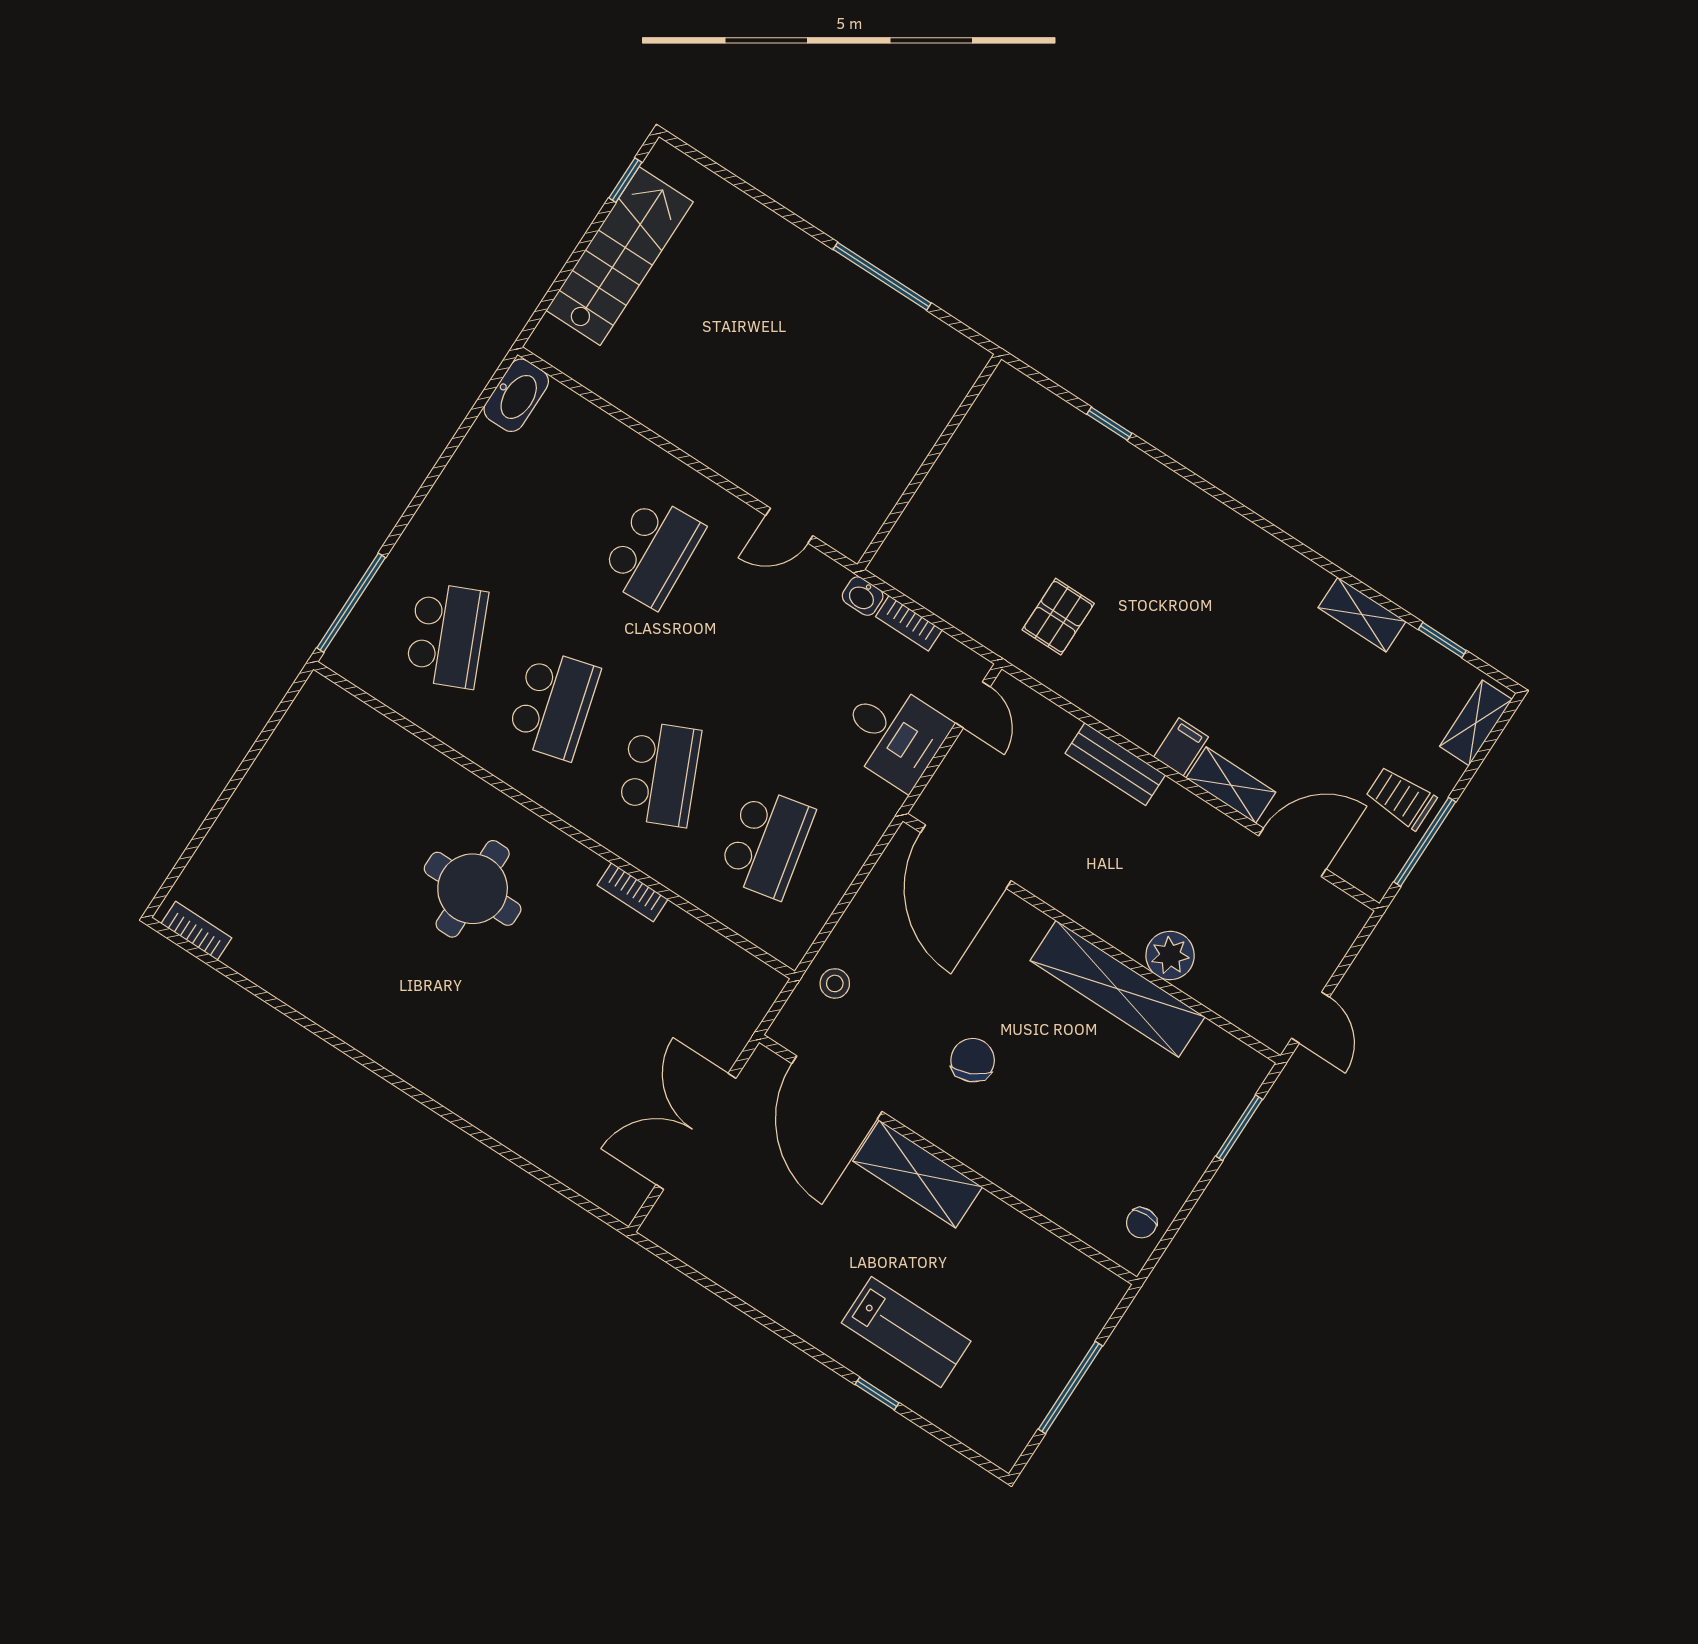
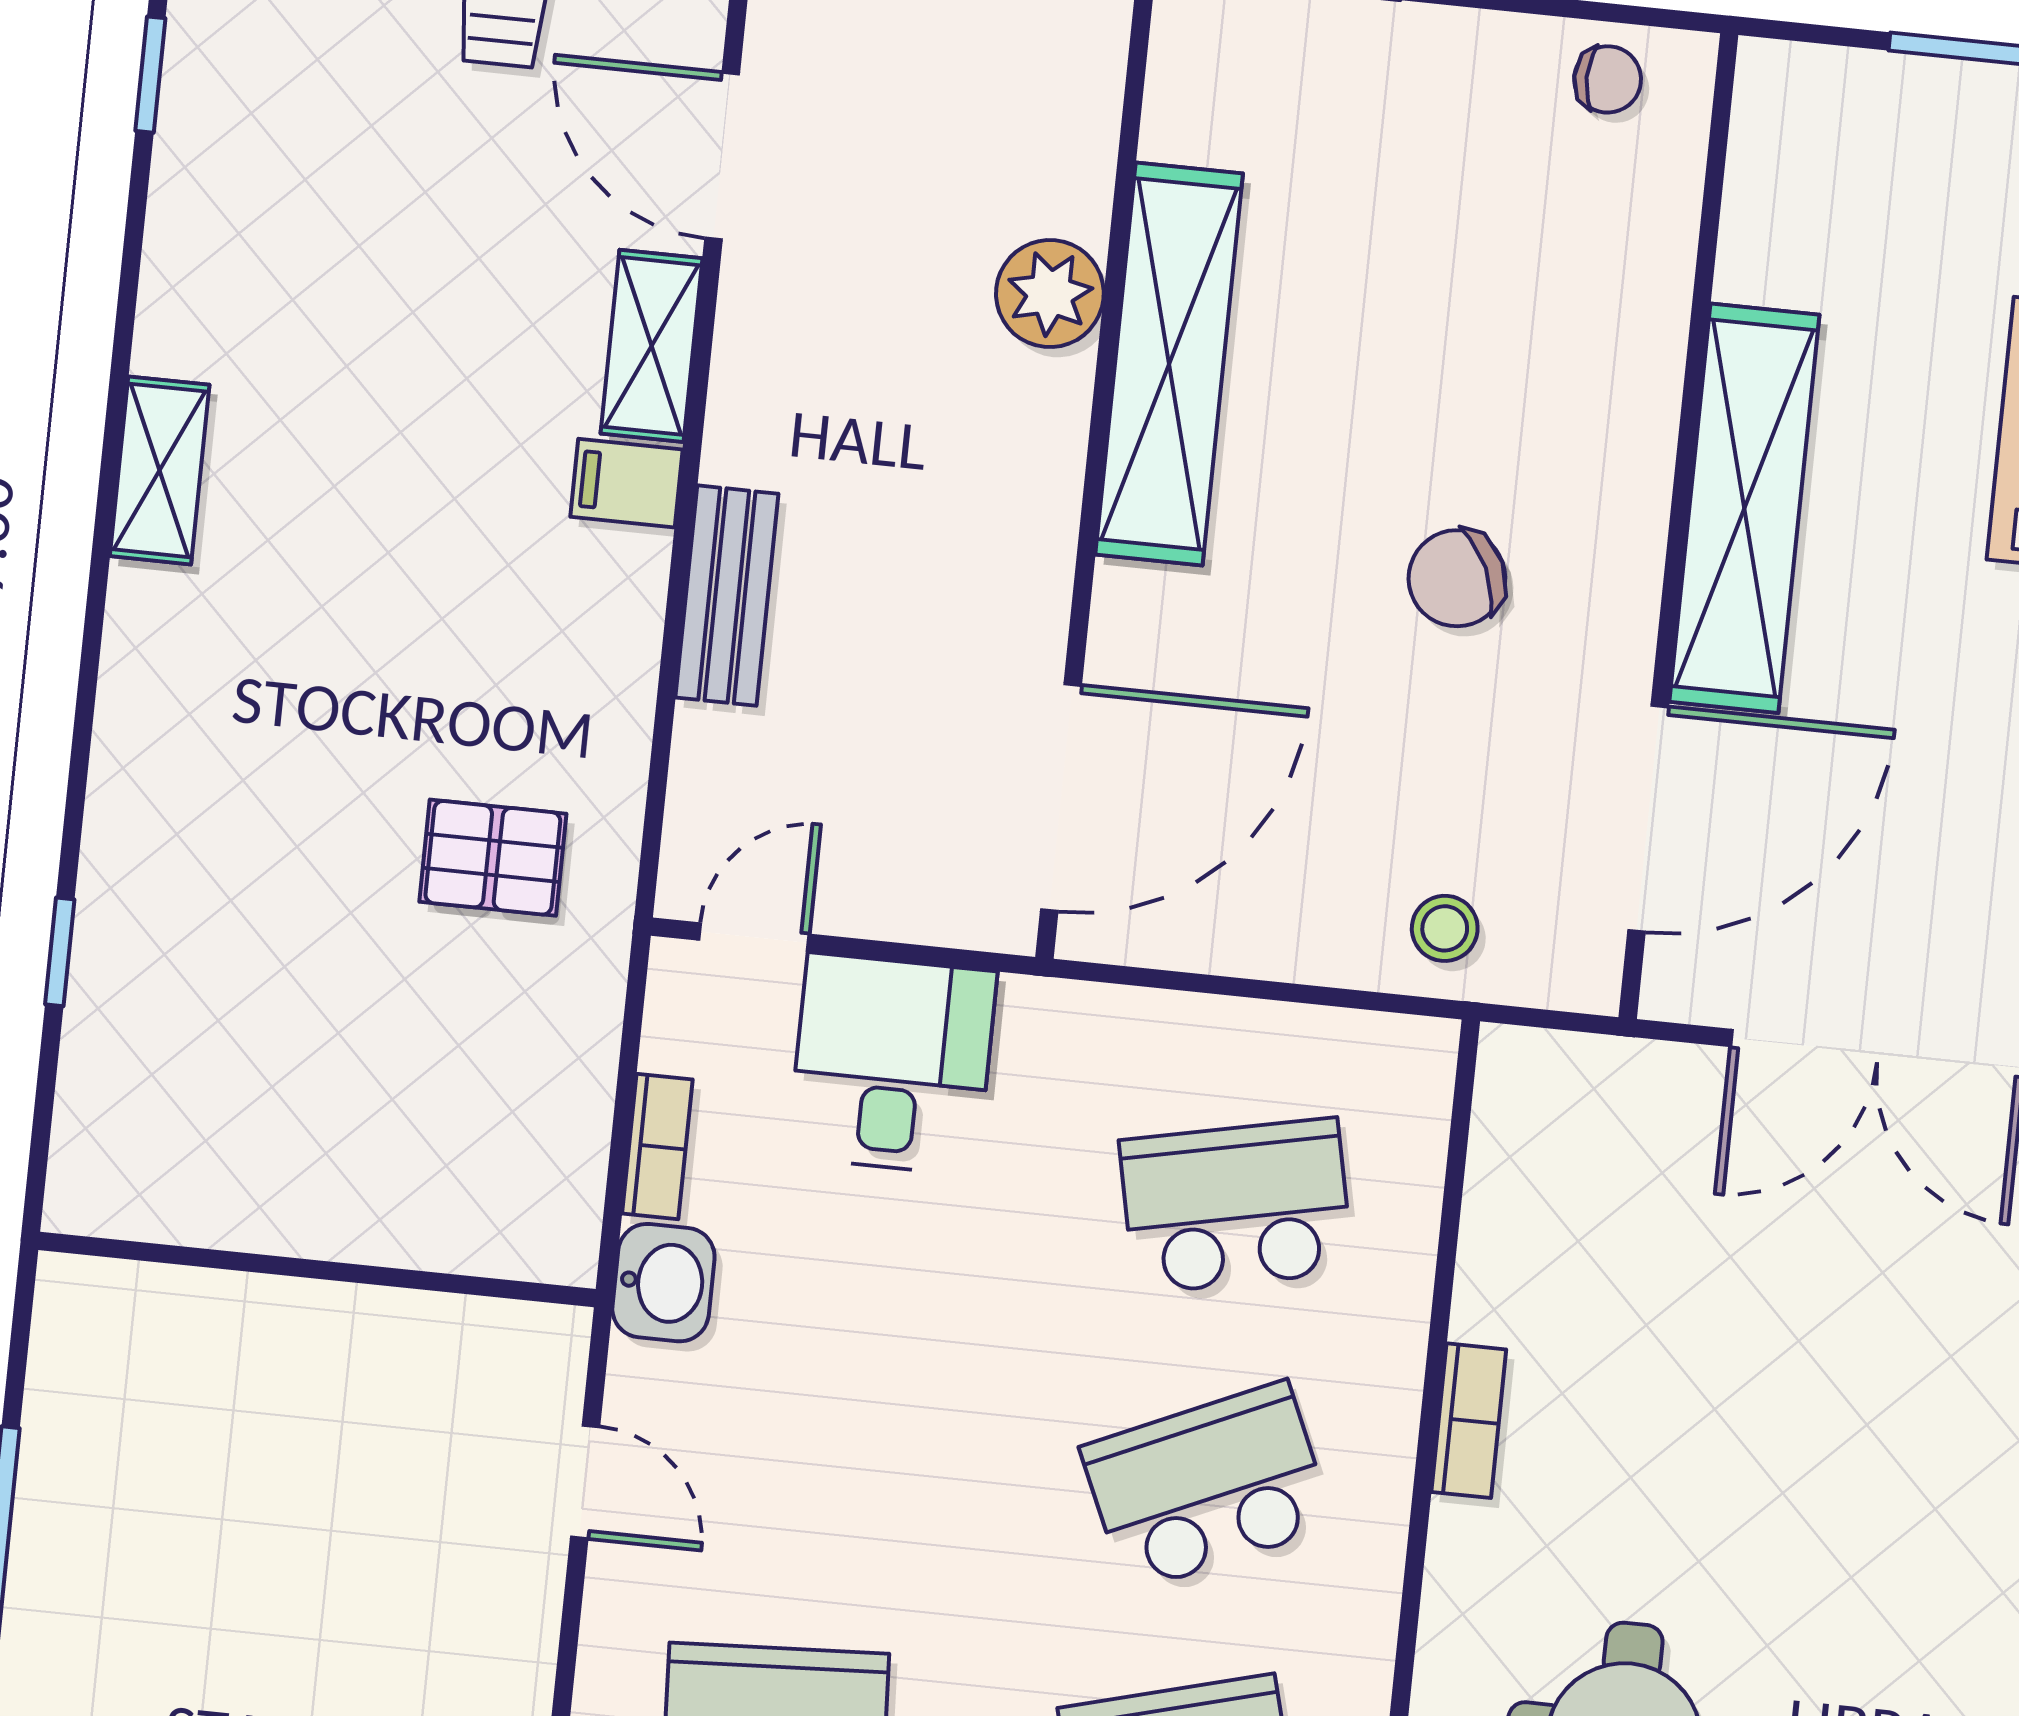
washbasin: (863, 596) -> (663, 1283), width x1.38, depth x1.45
shelving: (1362, 615) -> (160, 470), moved
shelving: (918, 1174) -> (1744, 508), width x1.47

